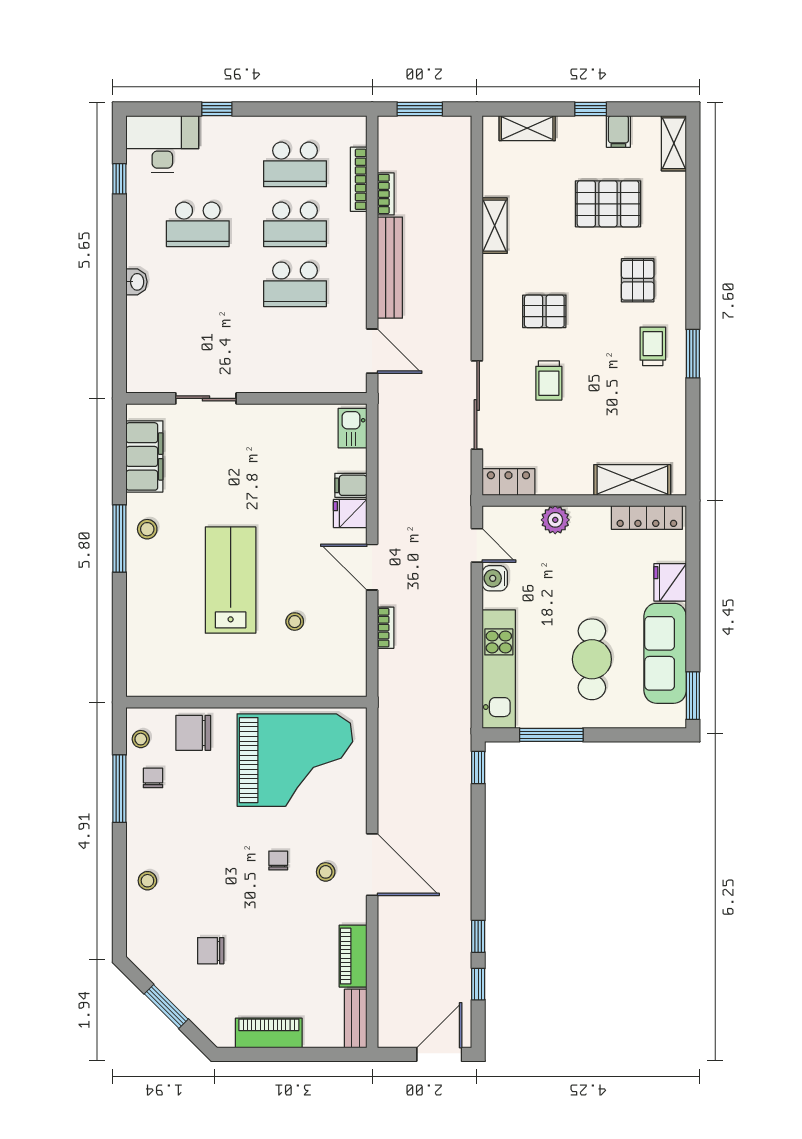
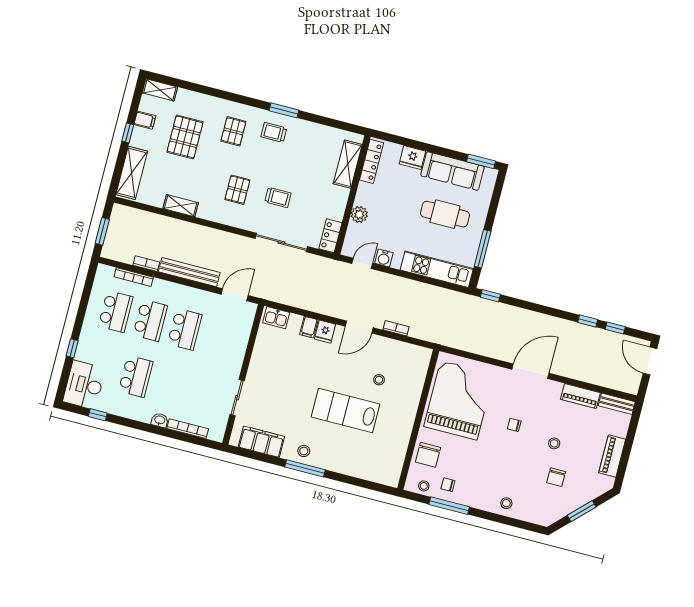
shelving: (527, 128) -> (132, 173), width x1.50, depth x1.33
pallet: (638, 280) -> (233, 131), turned 90
bookcase: (135, 331) -> (188, 429), added
stool: (326, 872) -> (554, 443), moved

